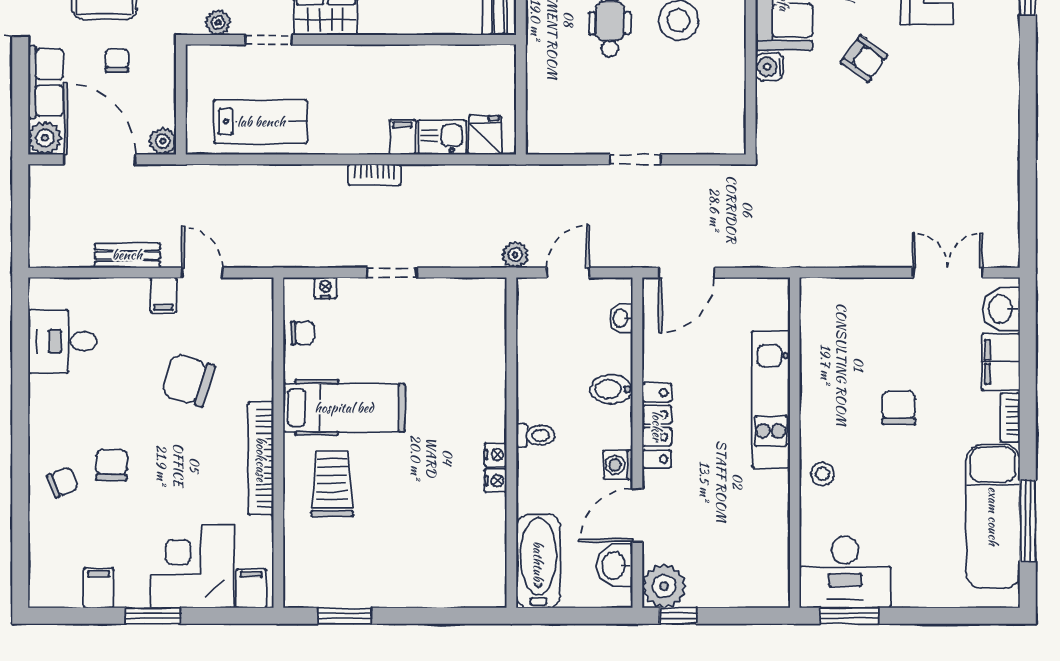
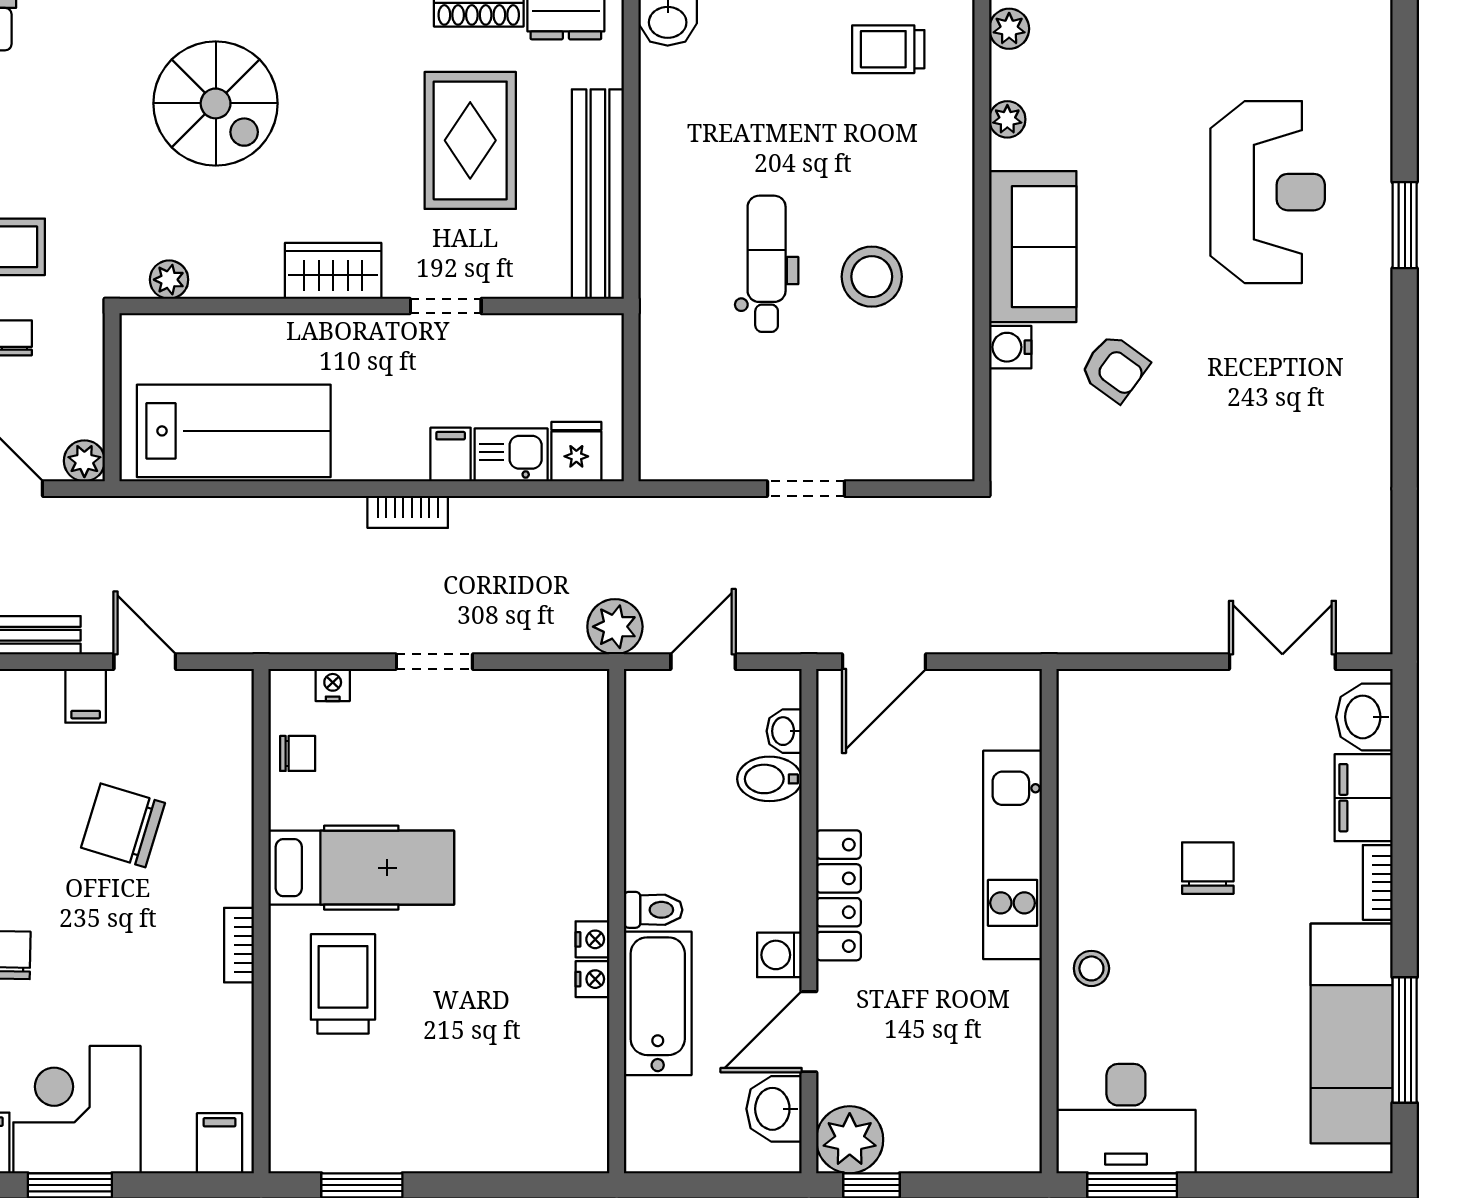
doorway: (269, 40) -> (446, 306), moved
armchair: (864, 59) -> (1115, 368), moved
lab bench: (261, 122) -> (234, 431), width x1.36, depth x1.39
plant: (515, 255) -> (615, 627), width x1.38, depth x1.38
bidet: (611, 389) -> (769, 779), moved
bookcase: (261, 459) -> (239, 945), width x0.43, depth x0.76
bathtub: (538, 561) -> (658, 1003), moved
corner desk: (192, 566) -> (77, 1110), moved

